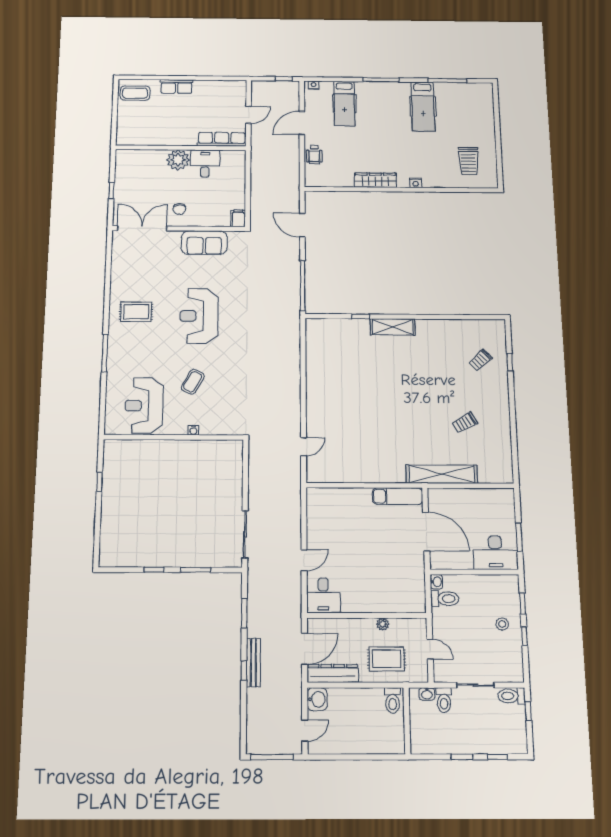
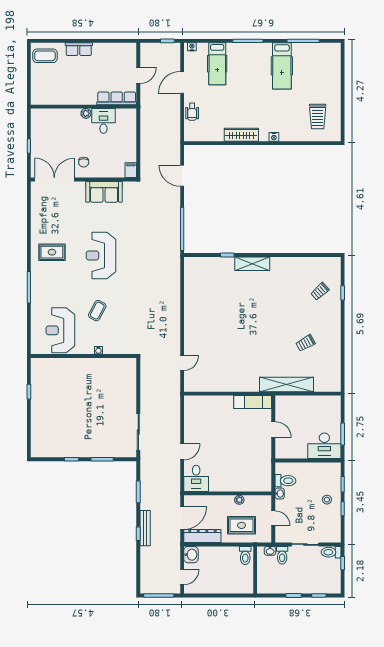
plant: (178, 160) -> (86, 113), width x0.53, depth x0.53
door: (426, 531) -> (273, 430), width x0.53
washbasin: (436, 582) -> (280, 493), moved

